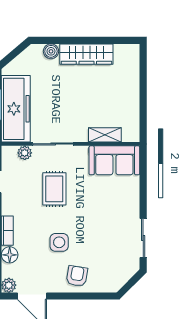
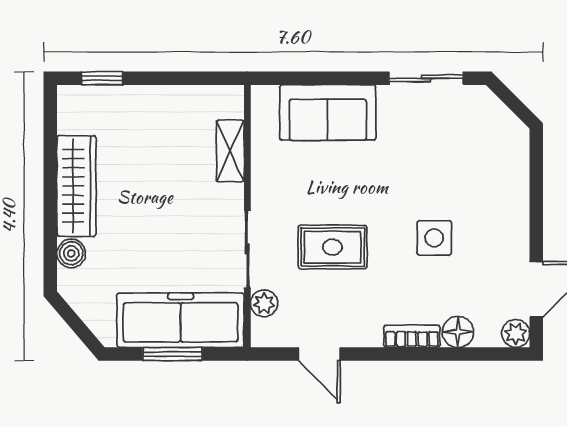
window: (143, 68) -> (102, 78), added
sofa: (114, 160) -> (328, 113), moved, turned 90
armchair: (77, 276) -> (498, 204), removed

